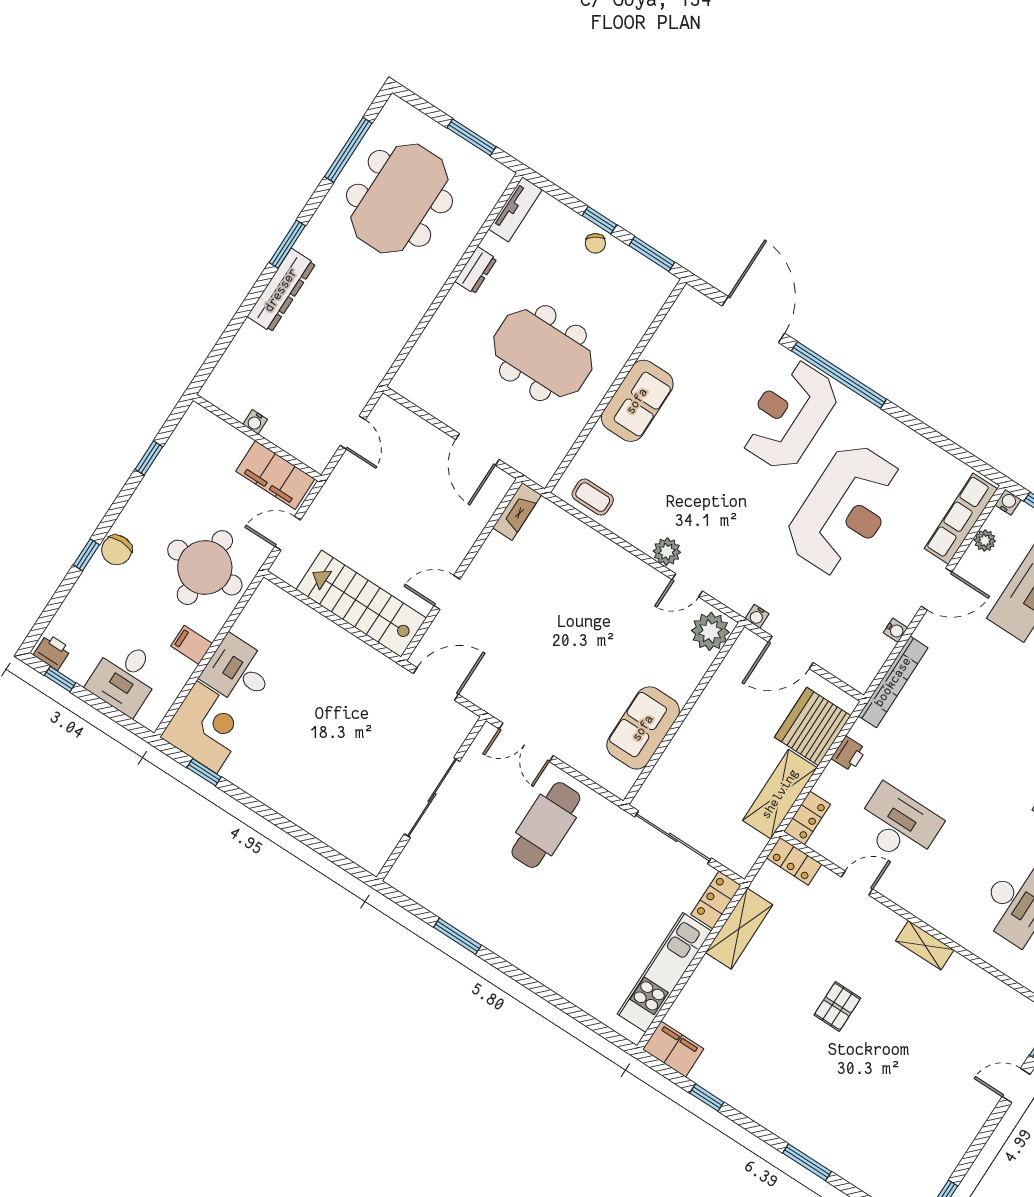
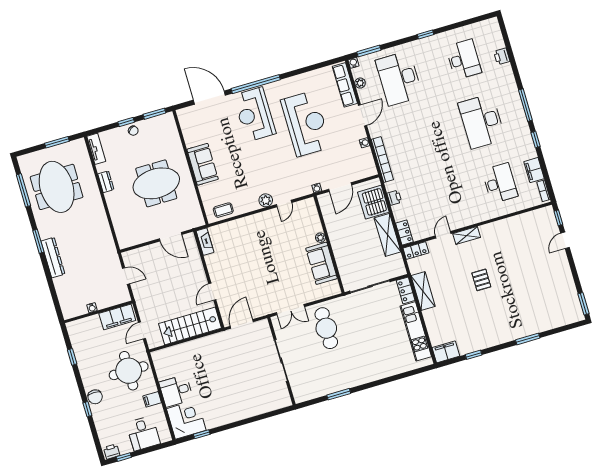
plant: (710, 631) -> (320, 238), moved, width x0.53, depth x0.53
desk: (898, 825) -> (435, 202), removed
shelving: (925, 945) -> (467, 235), moved

